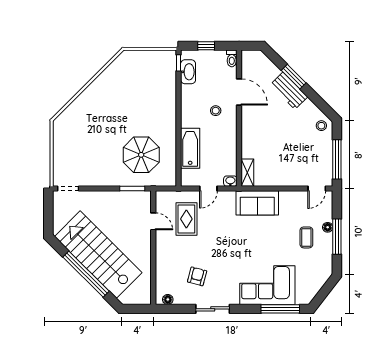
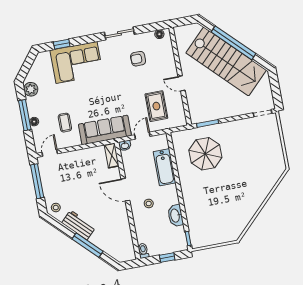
washbasin: (188, 72) -> (175, 216), moved
window: (294, 77) -> (87, 245), width x1.44
workbench: (289, 91) -> (79, 225), moved
door: (239, 92) -> (125, 190), moved
sofa: (257, 203) -> (105, 130), width x1.36
door: (153, 221) -> (182, 83), moved
coffee table: (306, 237) -> (65, 123), moved
plant: (325, 265) -> (31, 89), added
armchair: (197, 276) -> (138, 59), turned 75
window: (280, 309) -> (62, 44), width x0.46

